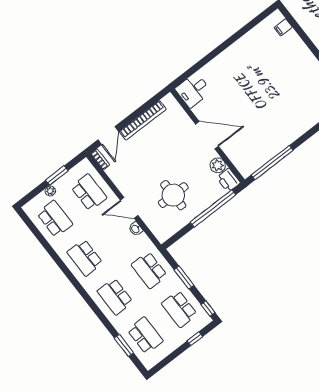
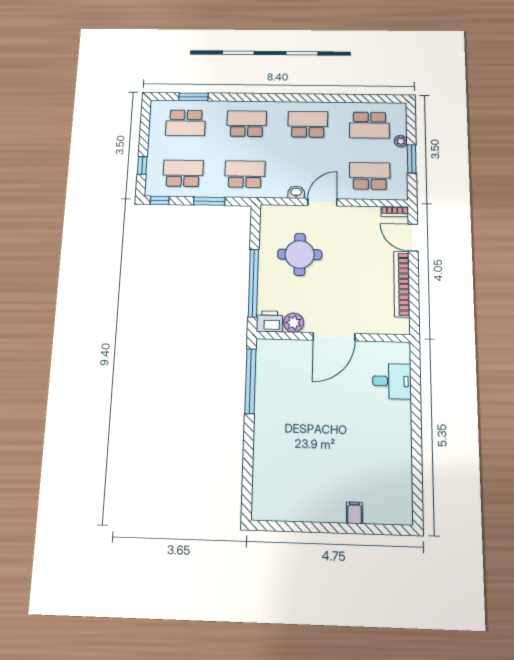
filing cabinet: (283, 27) -> (354, 513), moved
desk: (193, 90) -> (392, 381), moved, turned 90
school desk: (89, 192) -> (370, 176), turned 180

